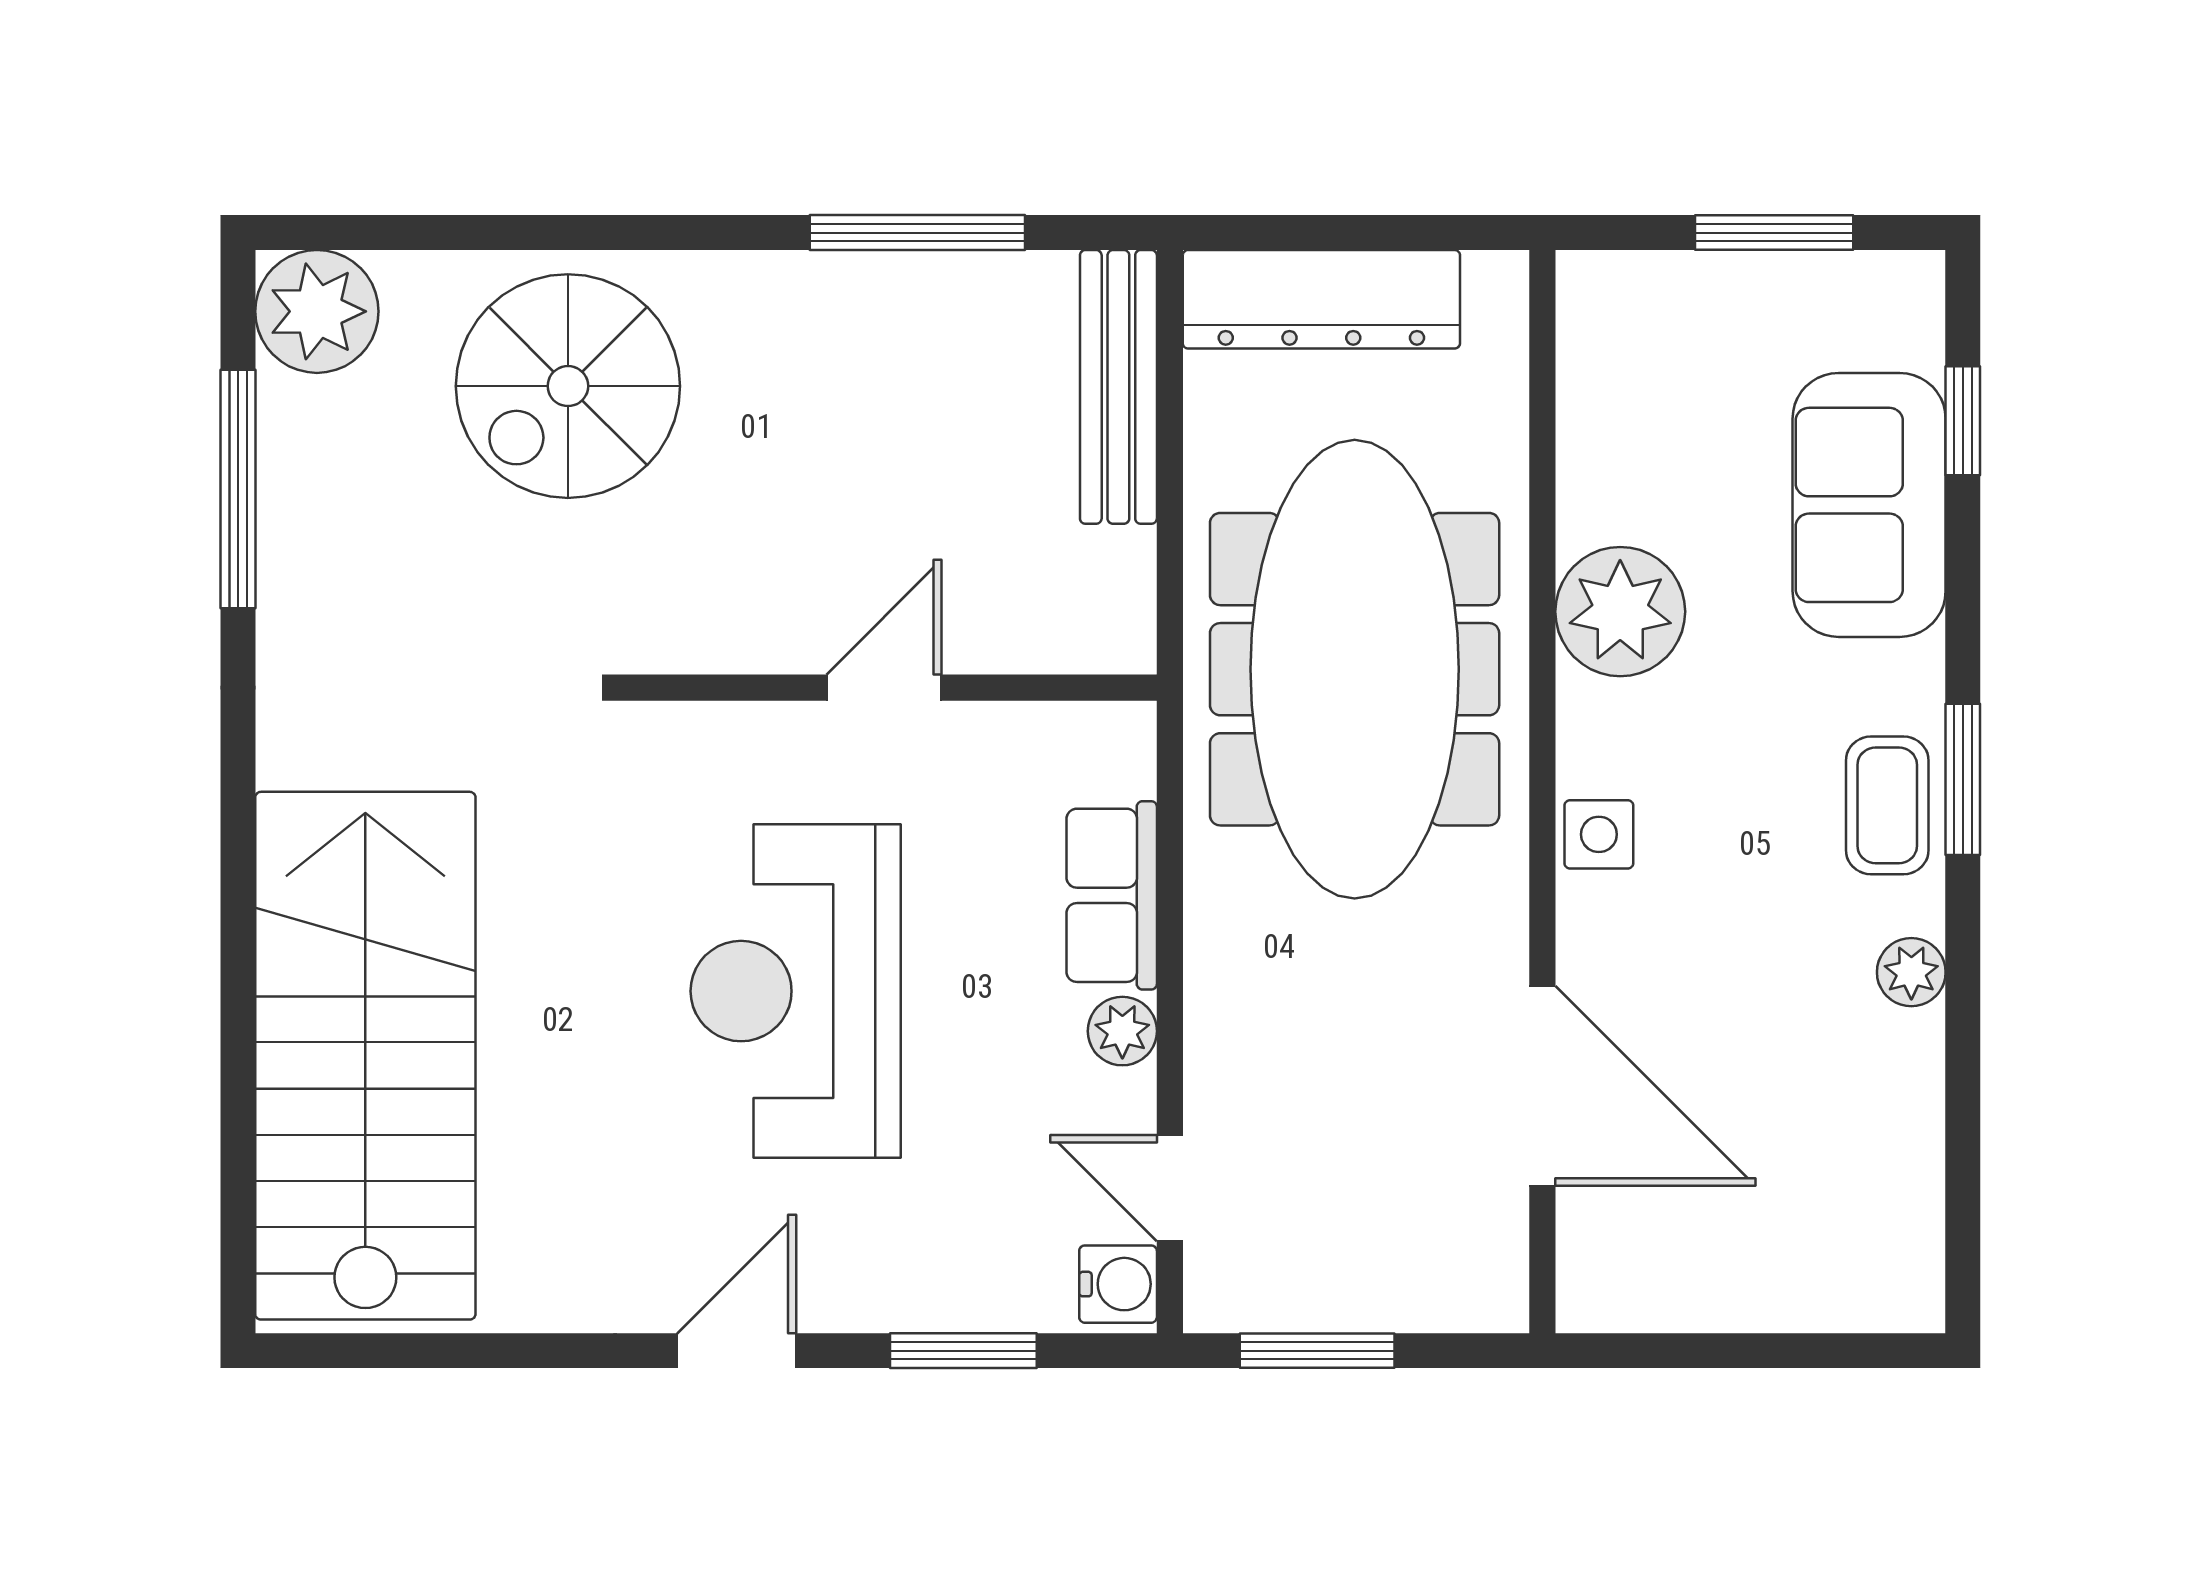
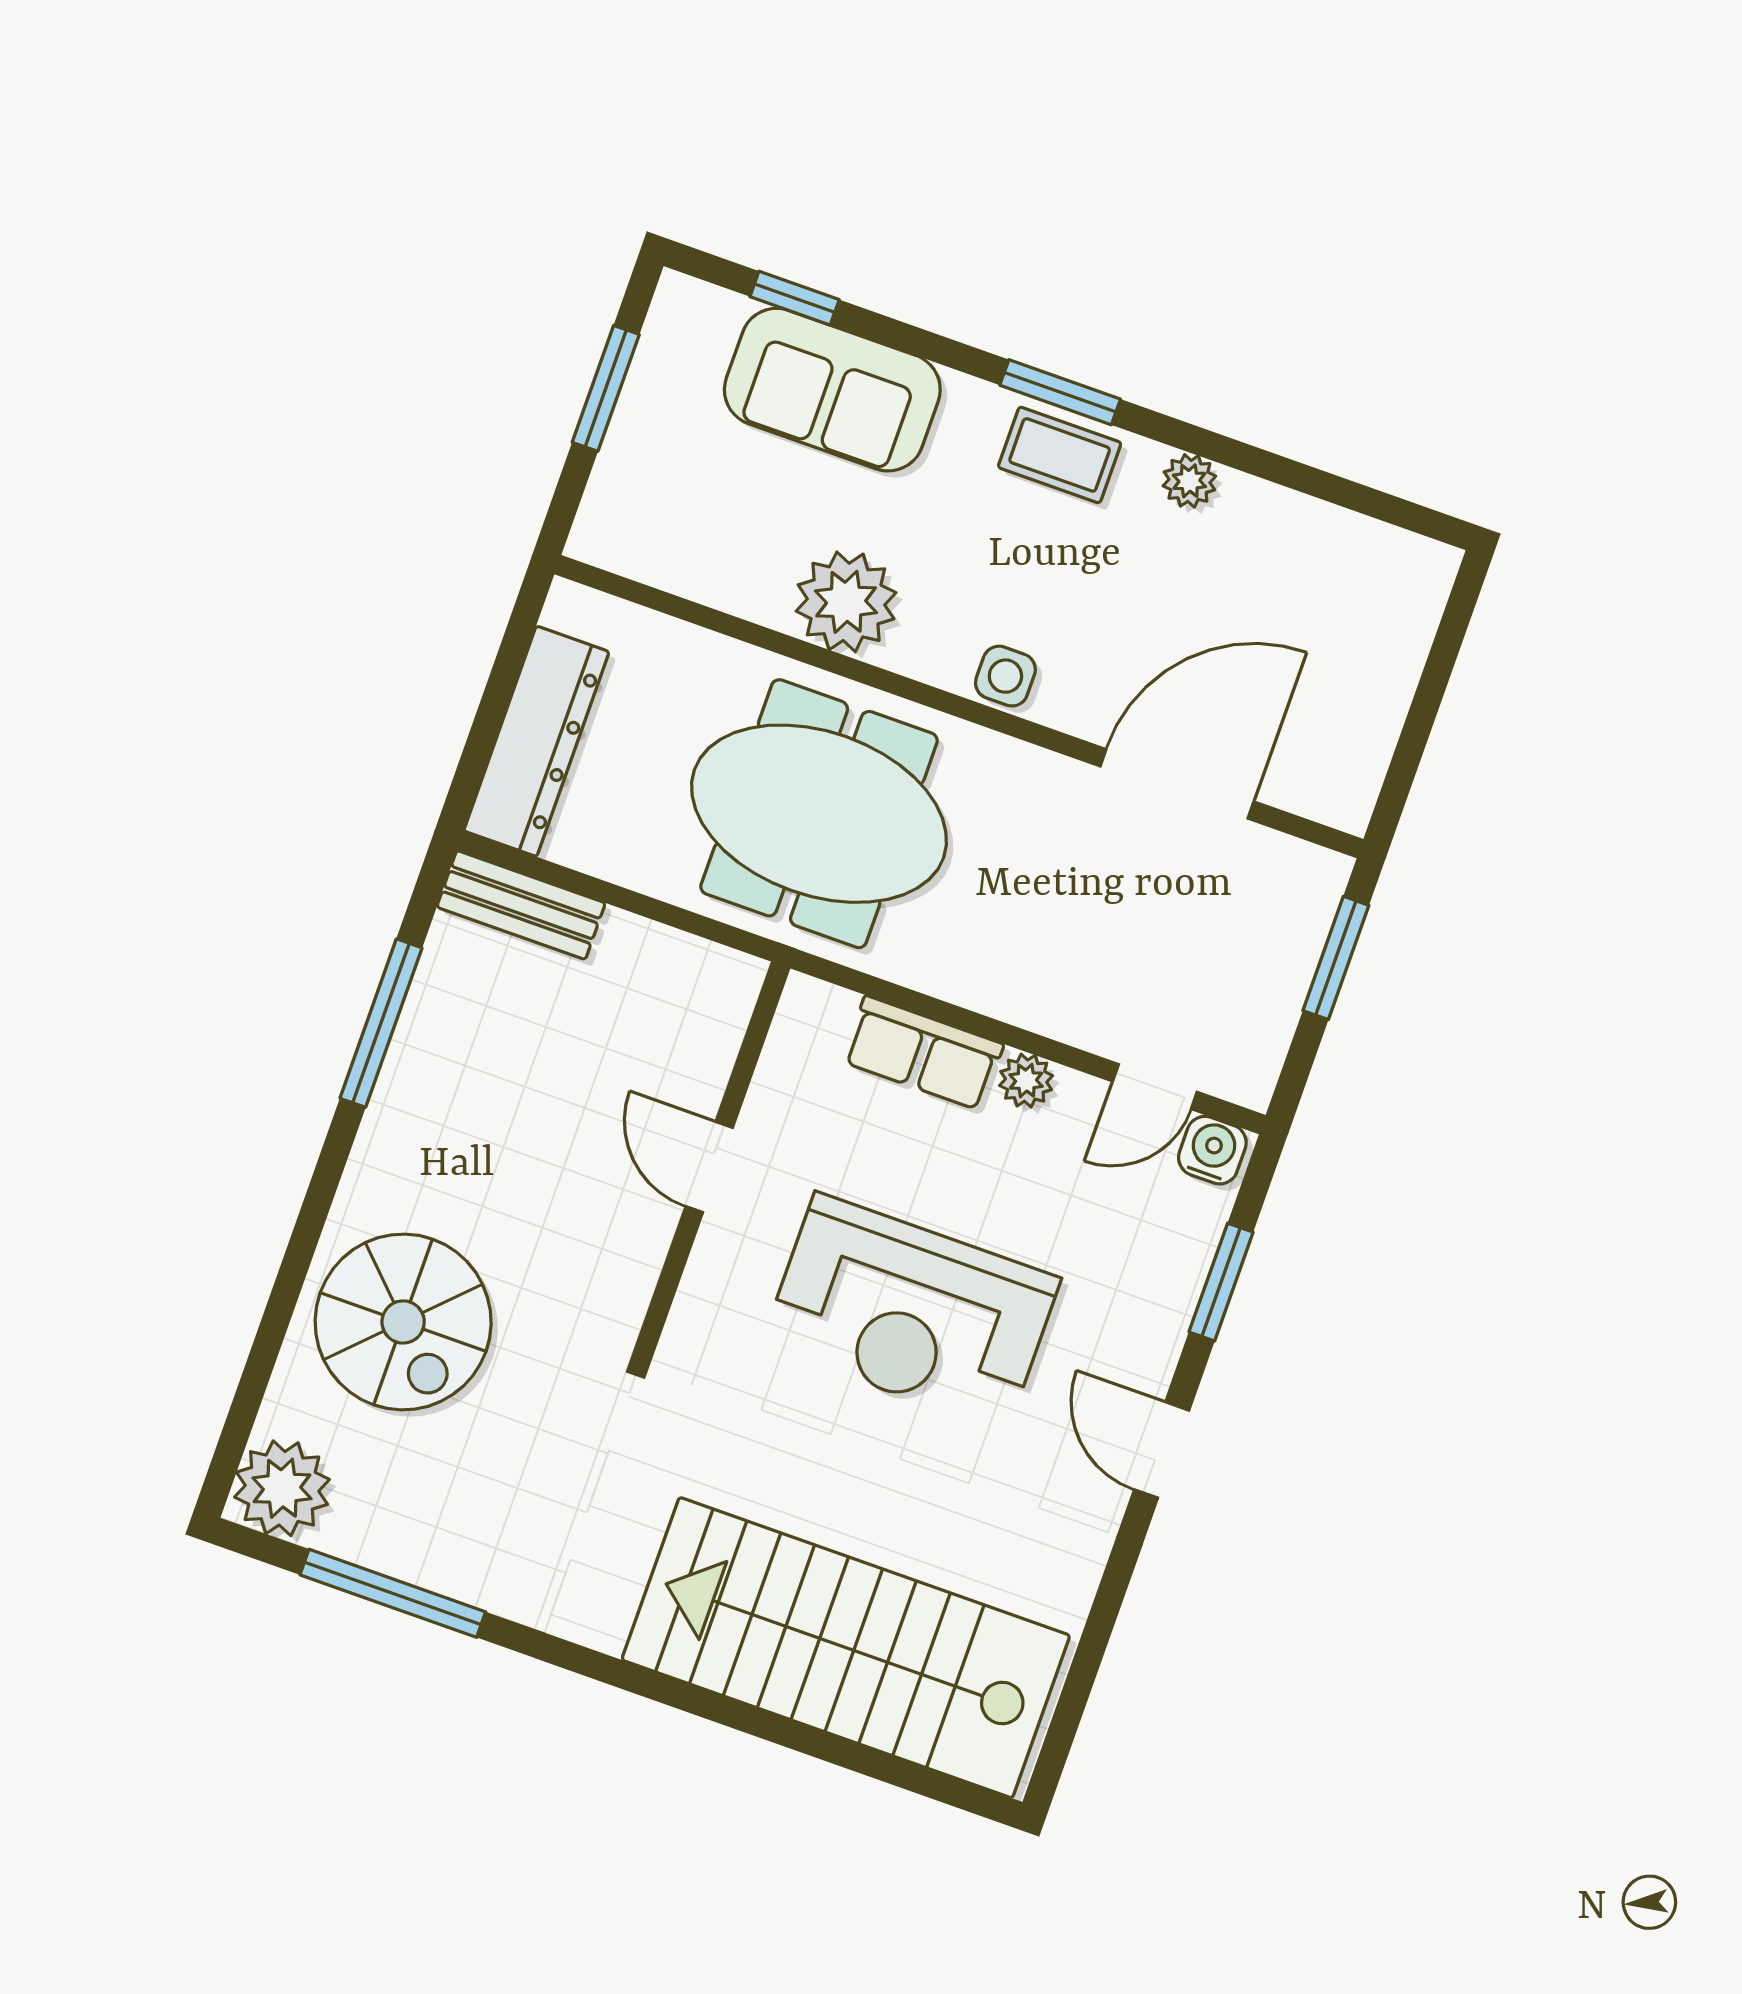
bench: (1118, 387) -> (521, 905), width x0.73
meeting table: (1355, 669) -> (819, 814), width x0.73
window: (1317, 1351) -> (1336, 958), moved

